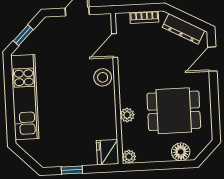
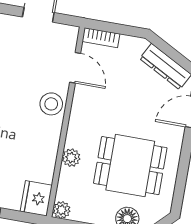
bookcase: (144, 17) -> (101, 38), moved
door: (115, 46) -> (75, 68), swing flipped

